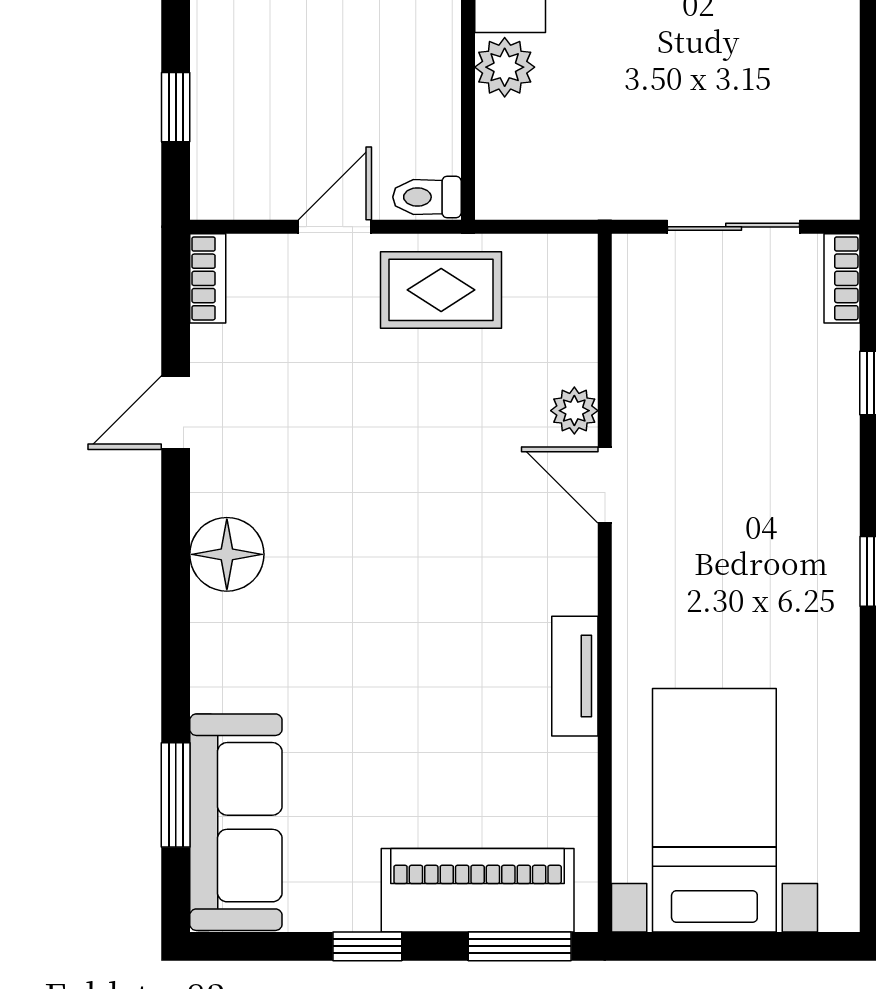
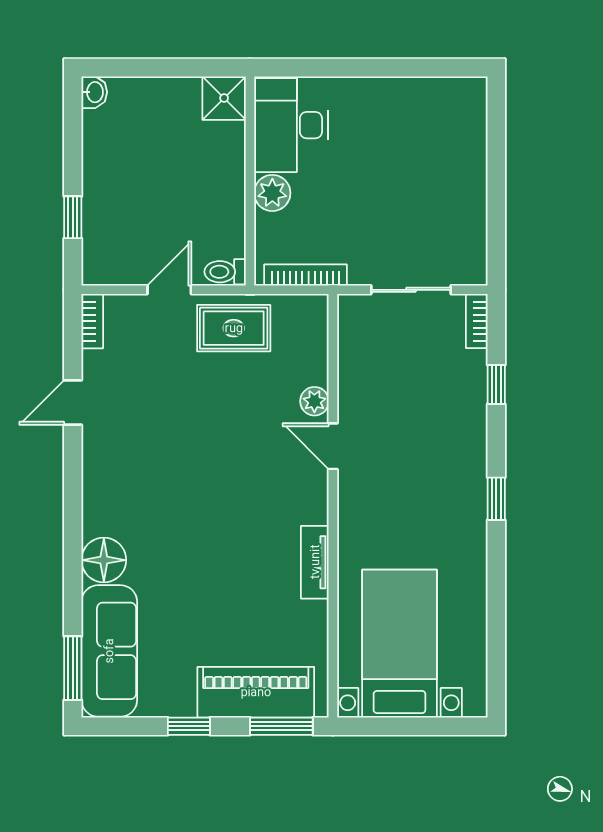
bookcase: (559, 202) -> (305, 275), added
floor lamp: (227, 554) -> (104, 560), moved
window: (176, 795) -> (73, 668), moved

